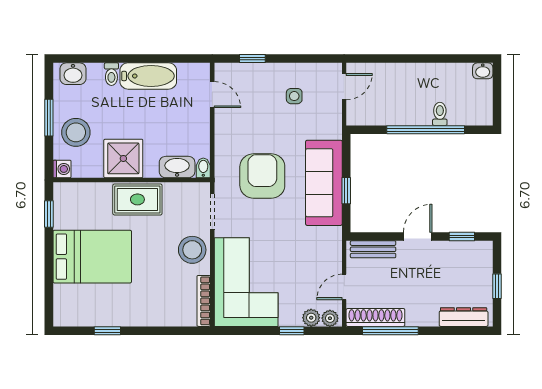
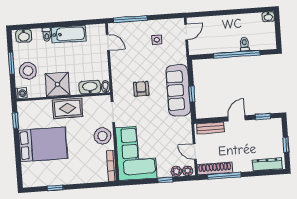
window: (252, 59) -> (130, 19), width x2.17
armchair: (262, 176) -> (141, 89), width x0.53, depth x0.53
door: (344, 287) -> (195, 152), hinge flipped

